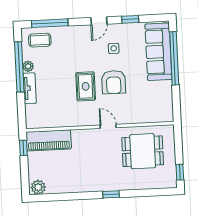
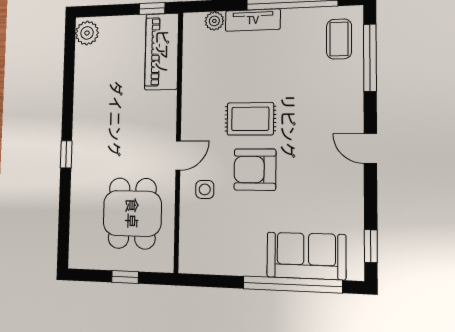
window: (130, 19) -> (371, 246), moved
side table: (114, 48) -> (205, 189), moved
sofa: (158, 52) -> (306, 256), width x0.73
plant: (28, 66) -> (214, 21), moved
window: (180, 172) -> (125, 277), moved

